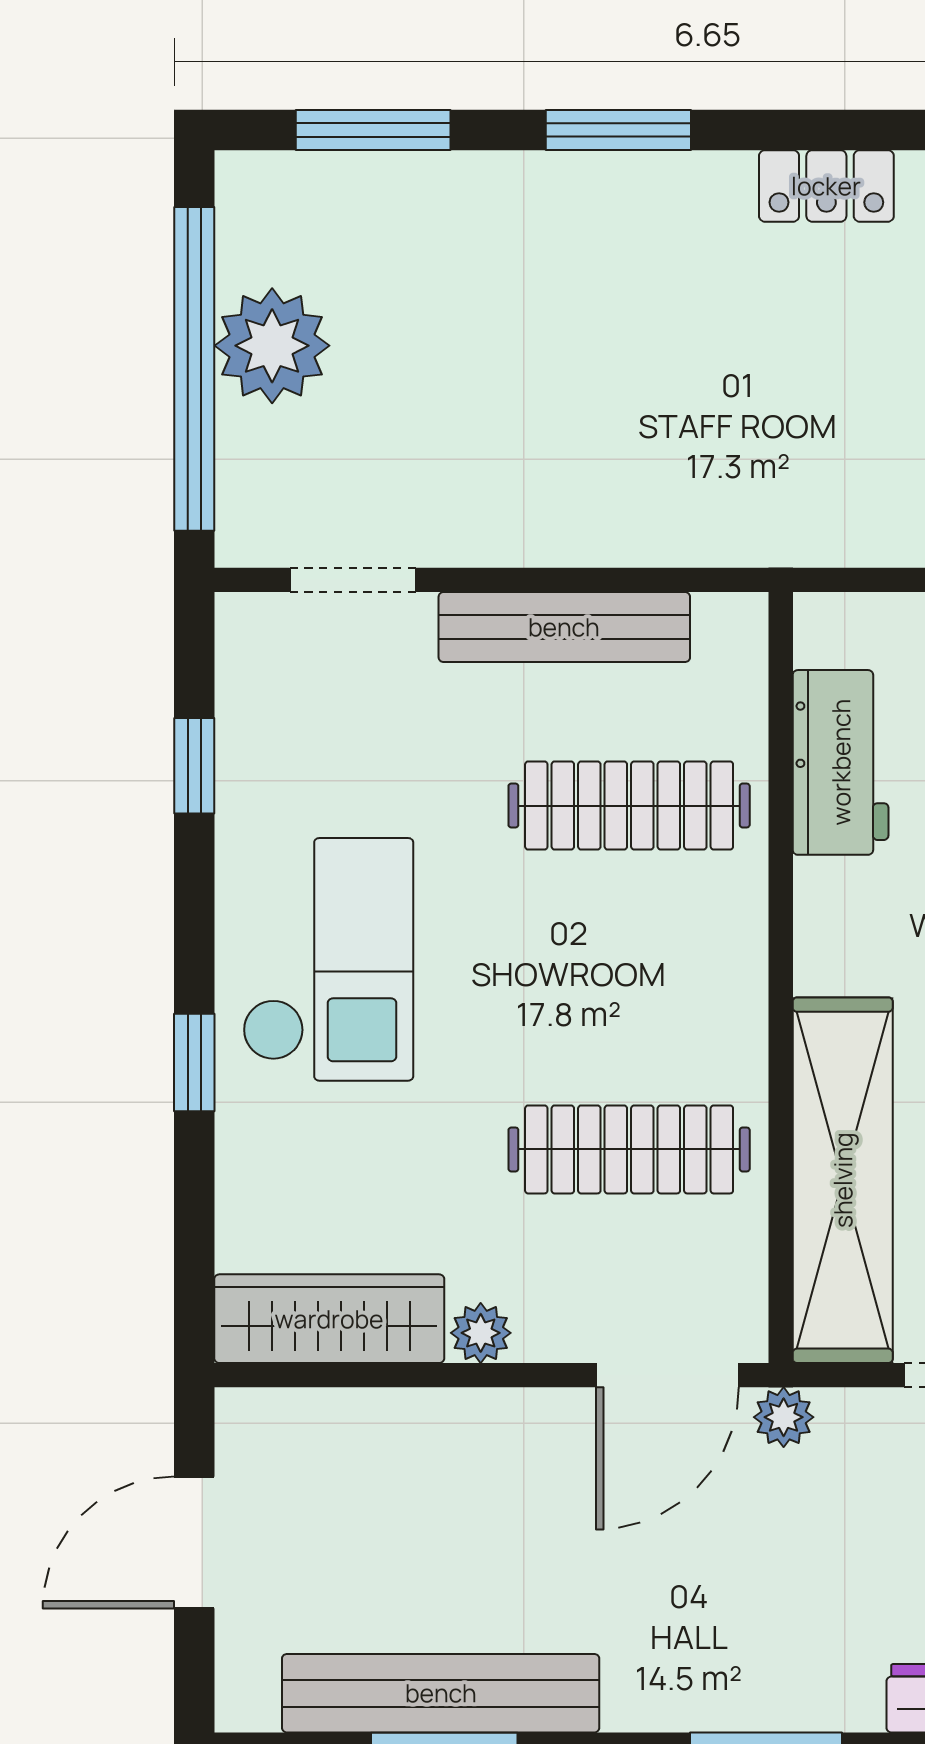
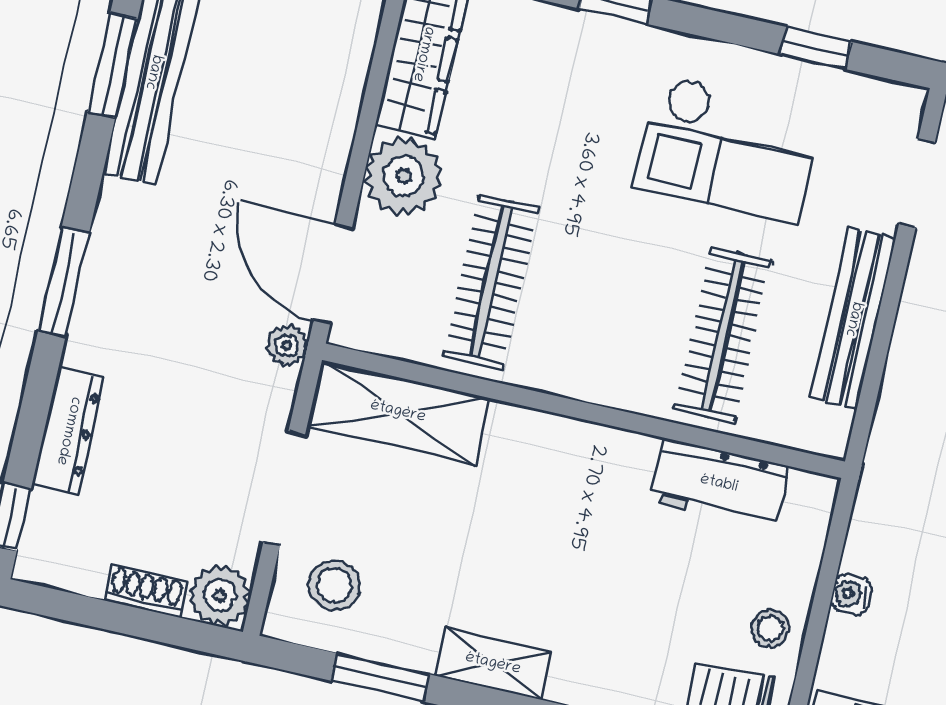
checkout: (328, 959) -> (728, 149), moved
shelving: (843, 1180) -> (398, 412), width x0.68
plant: (481, 1333) -> (404, 176), width x1.87, depth x1.87

